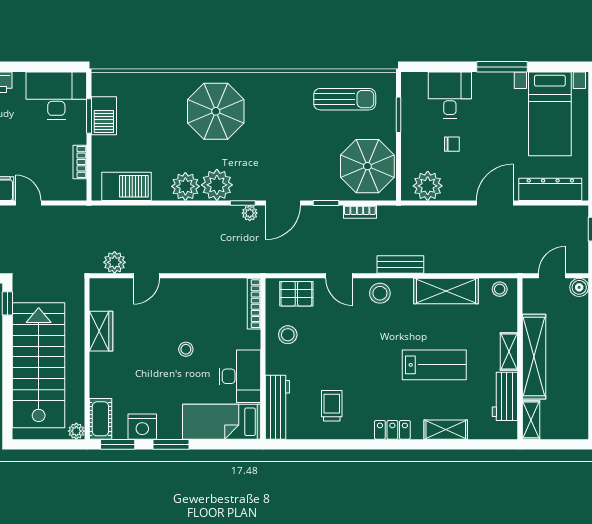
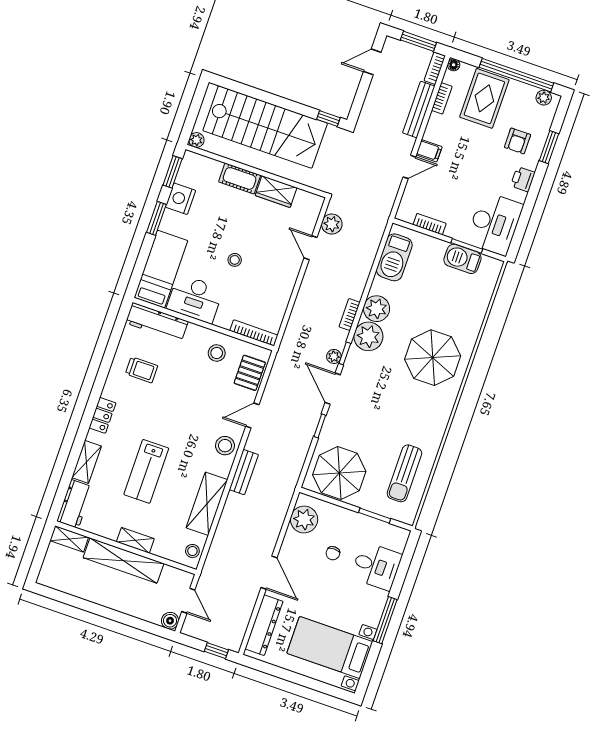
bookcase: (360, 212) -> (350, 315), moved
workbench: (505, 396) -> (75, 504), moved, turned 90
cot: (100, 419) -> (240, 178), moved

